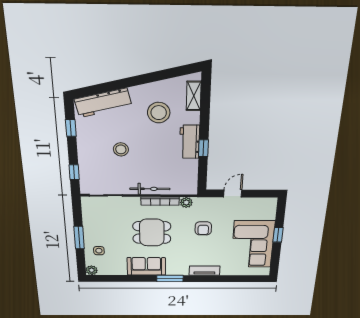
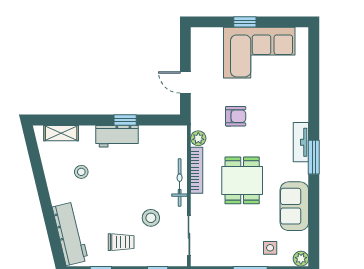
stool: (159, 113) -> (81, 172), width x0.53, depth x0.53
trolley: (98, 144) -> (121, 242), added
stool: (121, 149) -> (151, 218), moved
sofa: (146, 266) -> (294, 206), moved
tv unit: (205, 271) -> (301, 142), moved

